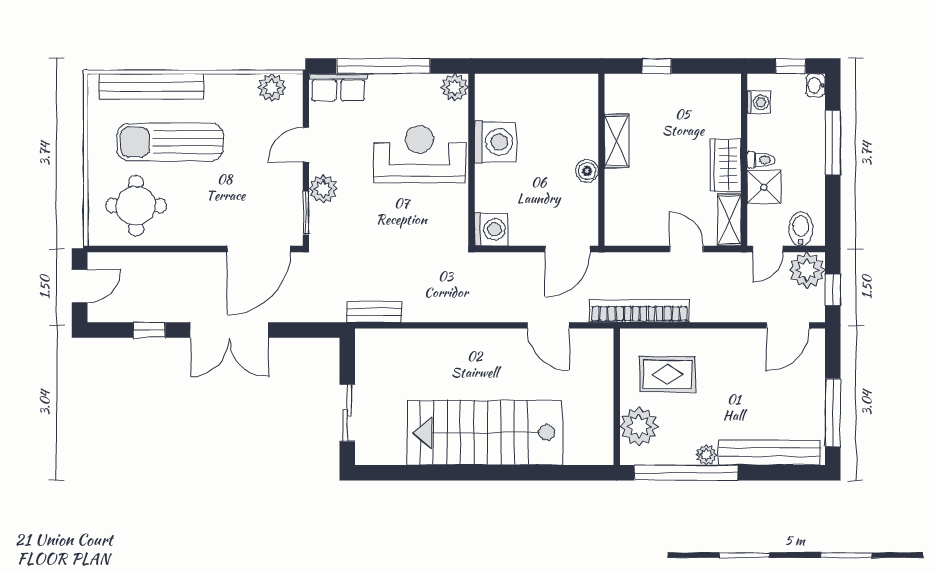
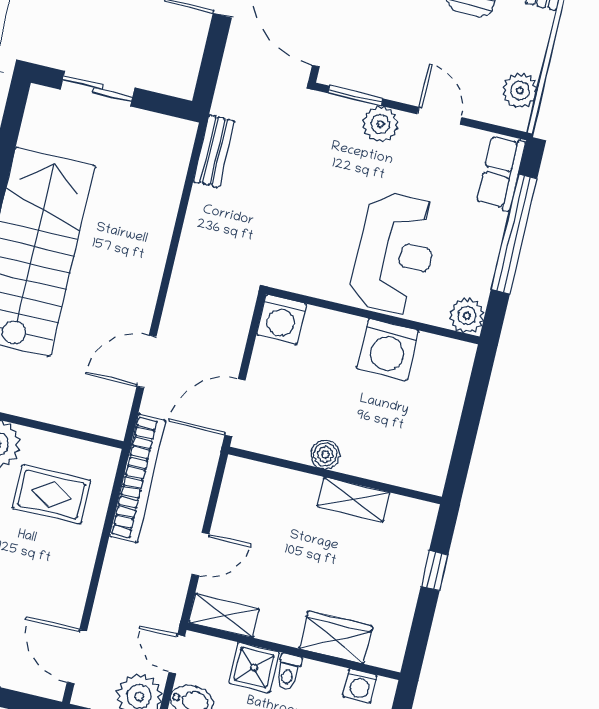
wardrobe: (726, 165) -> (336, 637), moved
door: (567, 249) -> (235, 408), hinge flipped
rug: (668, 374) -> (51, 494), turned 90

